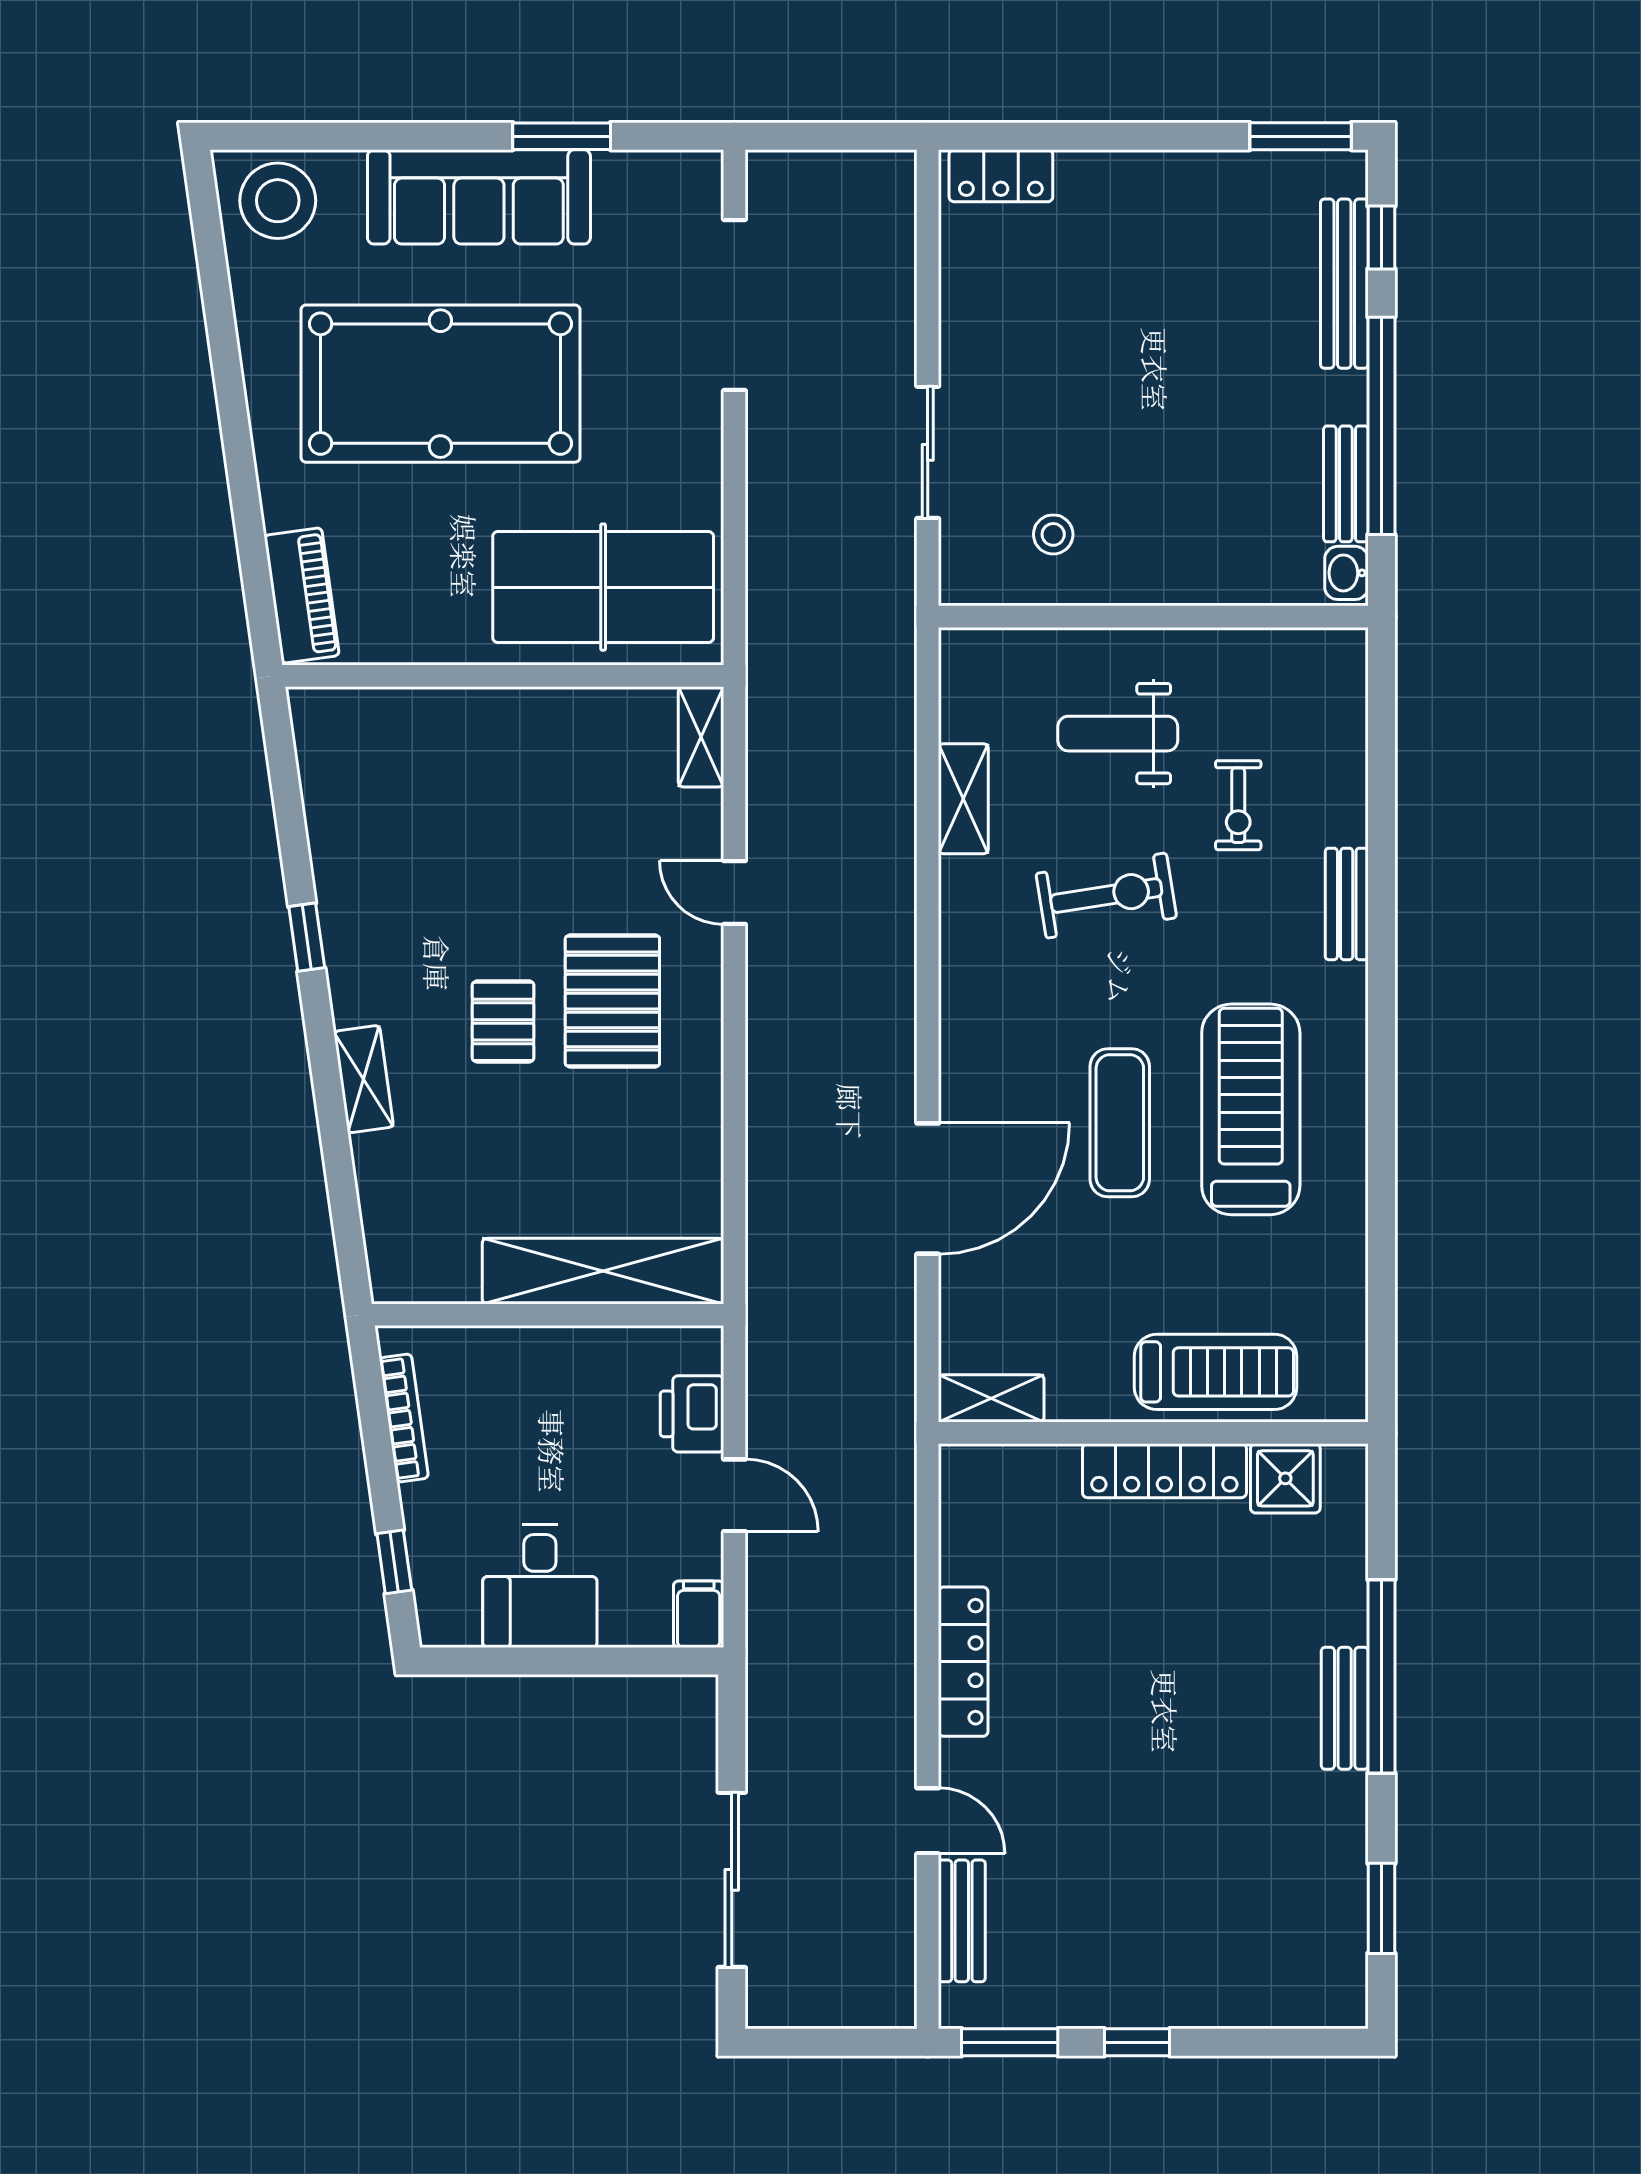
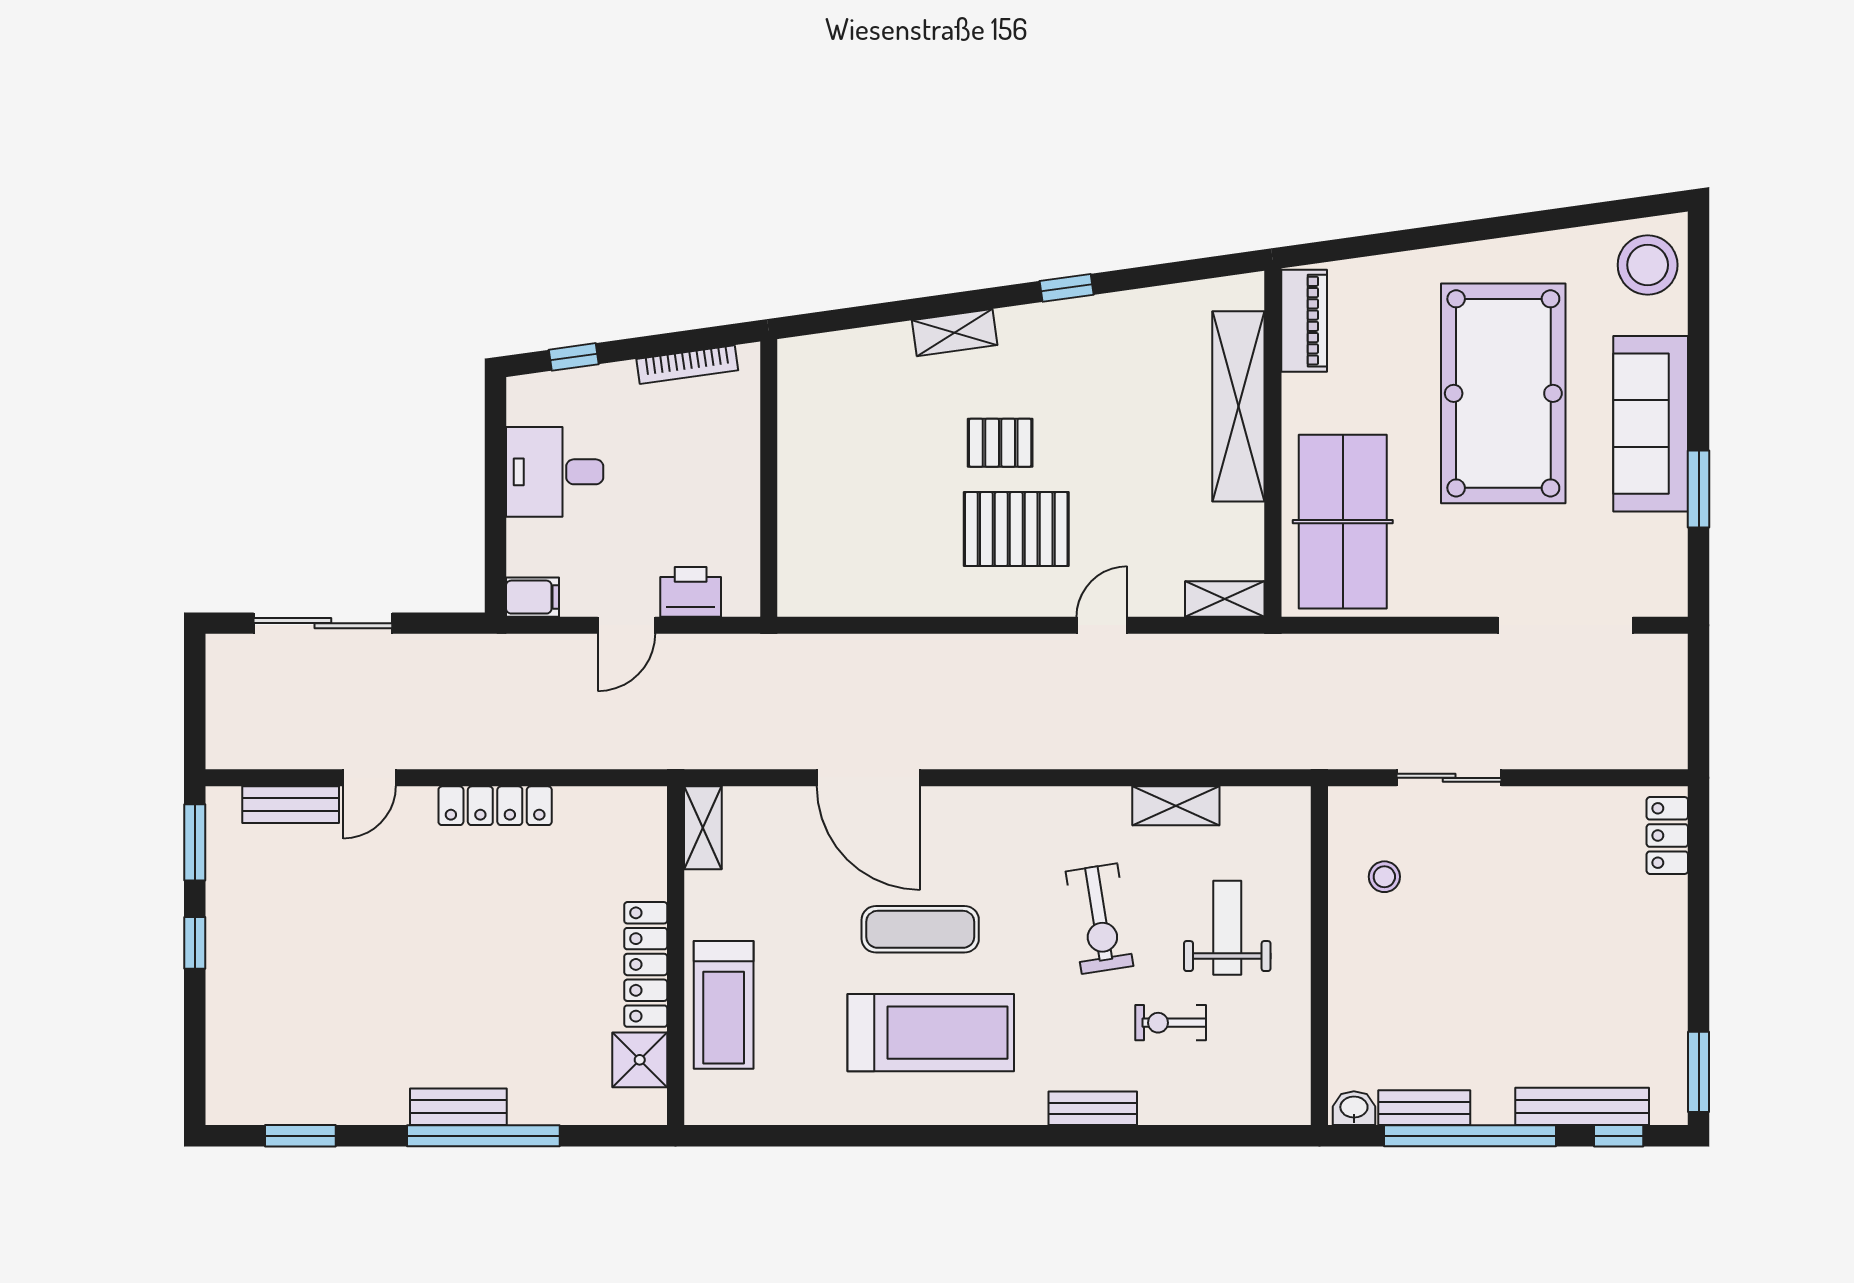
piano: (302, 595) -> (1304, 321), moved, turned -82
shelving: (603, 1271) -> (1238, 406), moved

